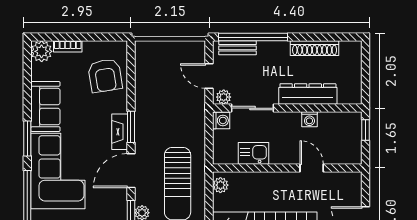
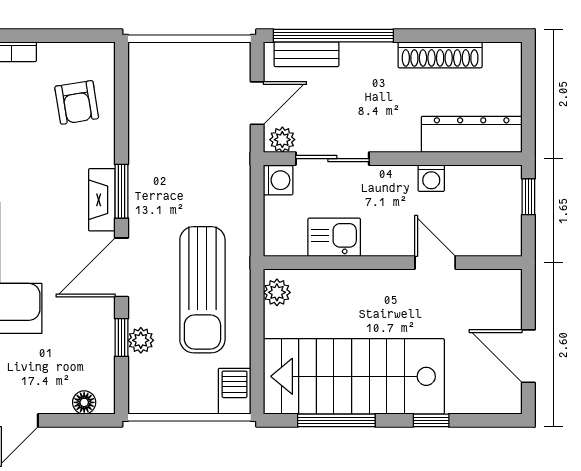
armchair: (105, 76) -> (77, 102), width x0.72, depth x0.72
door: (209, 76) -> (257, 103), swing flipped
dresser: (308, 94) -> (472, 134), moved

